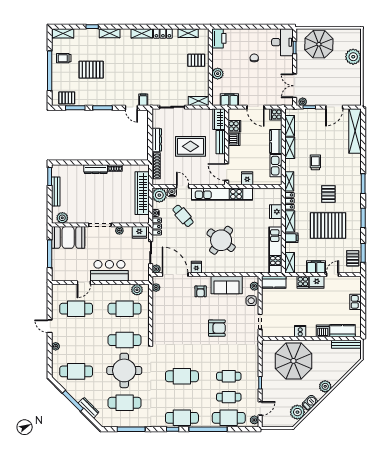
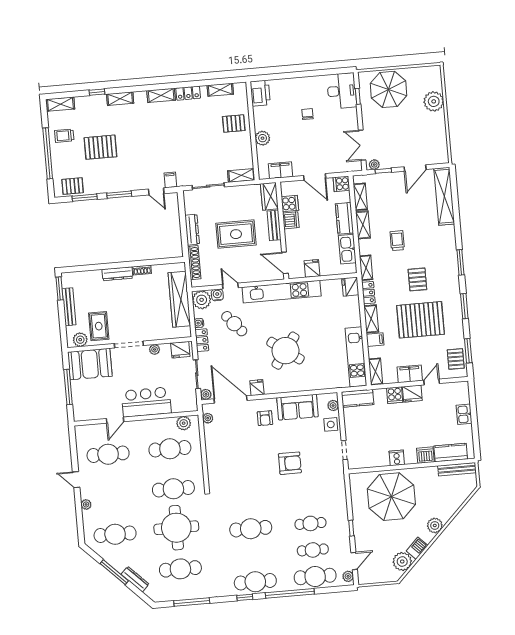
rug: (78, 209) -> (99, 326), added
fridge: (276, 212) -> (350, 287), moved

